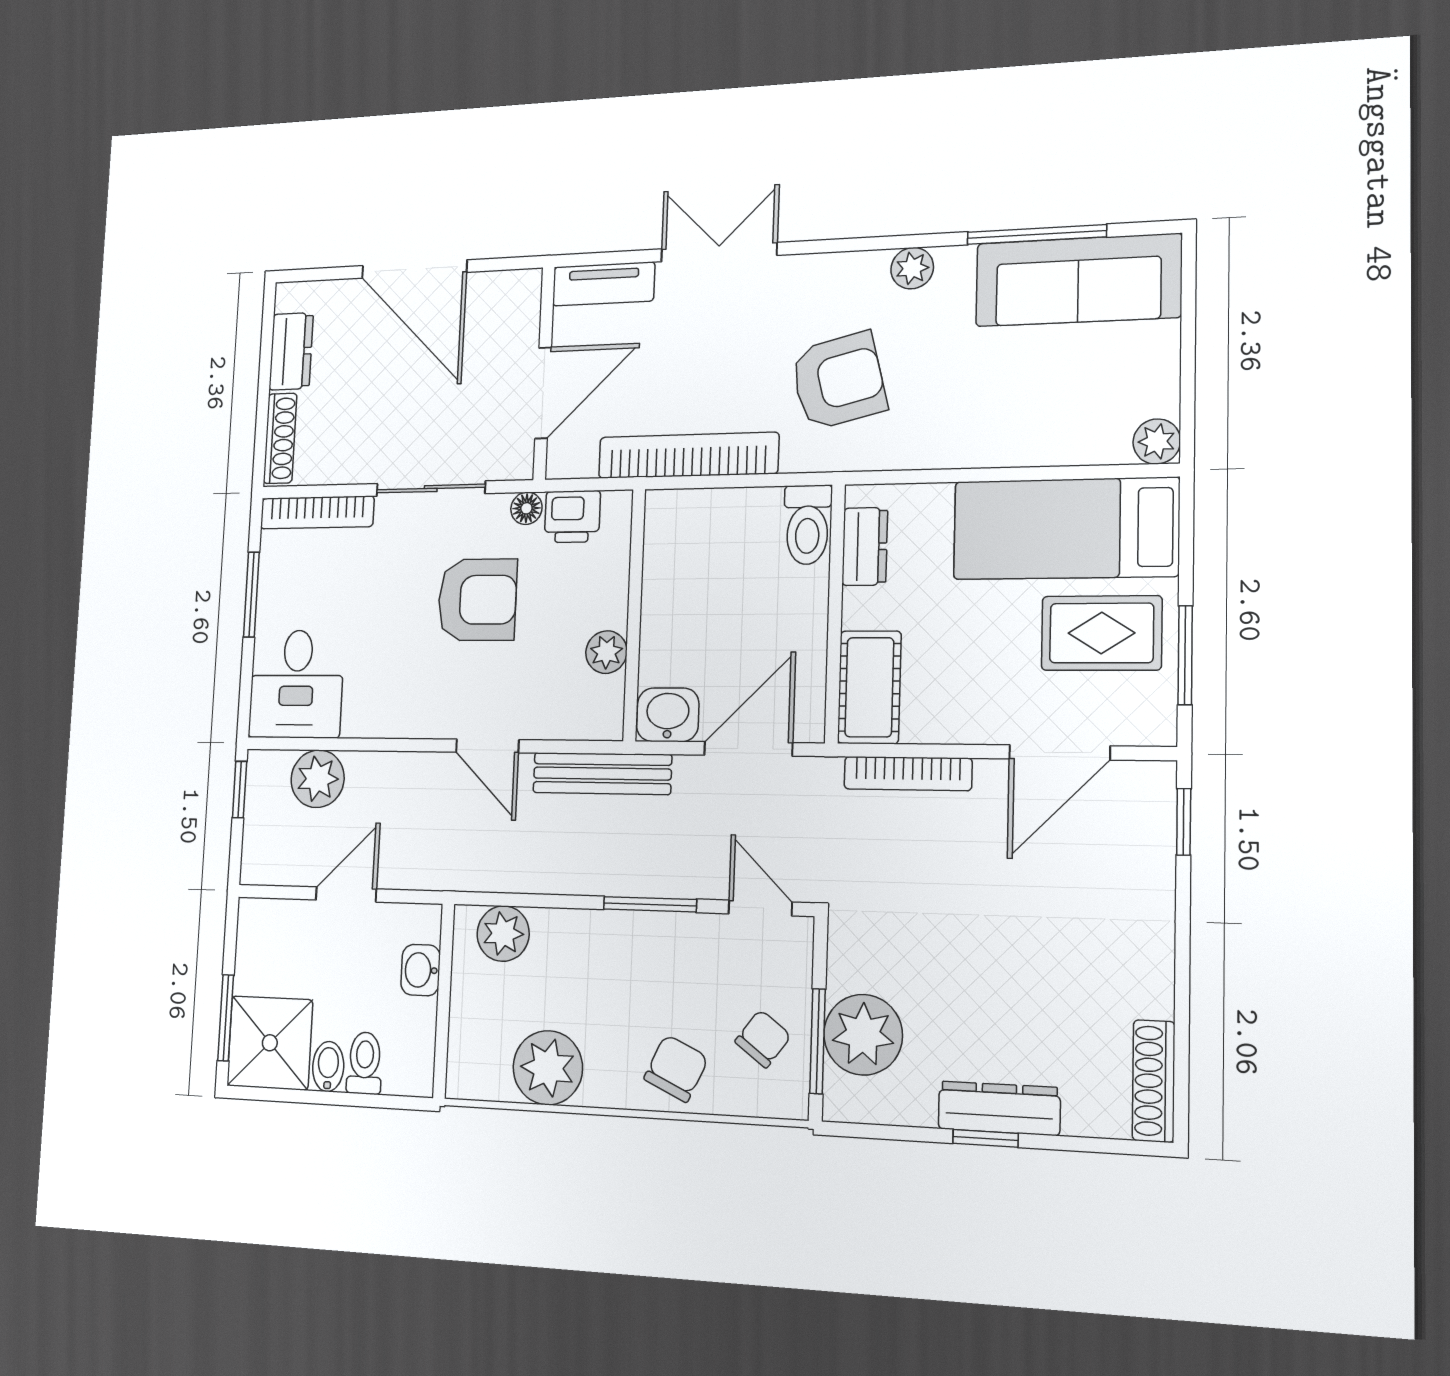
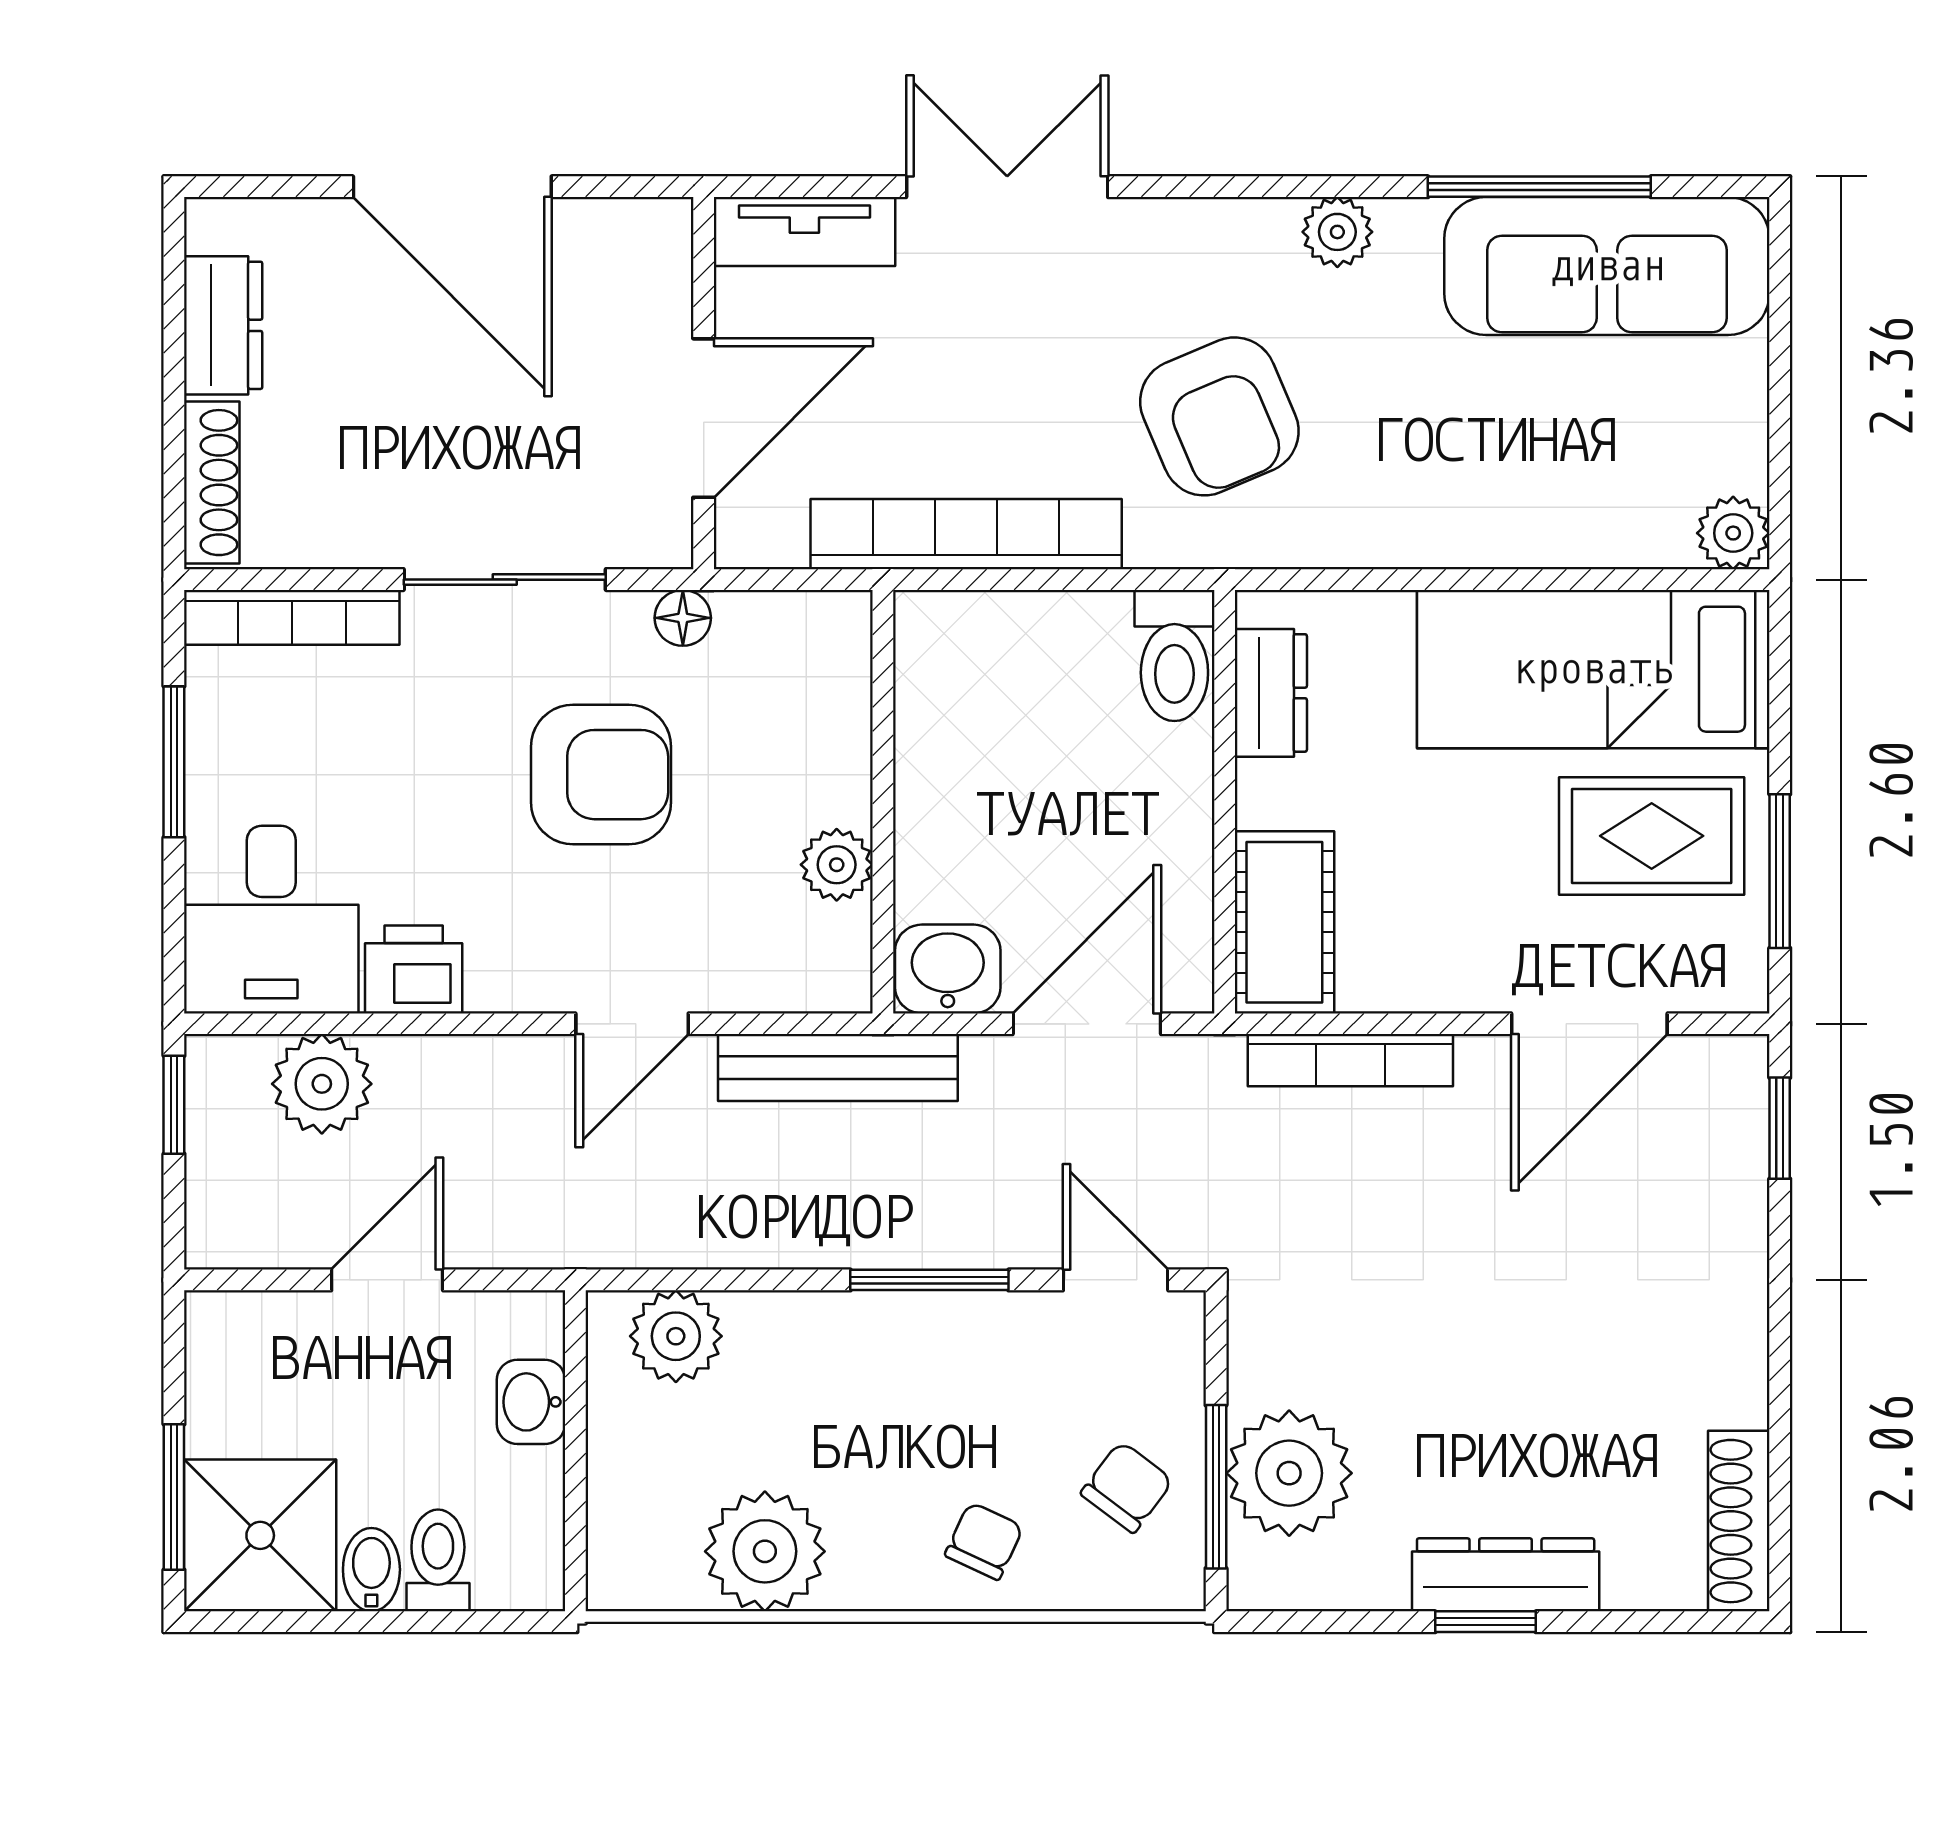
armchair: (838, 381) -> (1219, 416), turned 81
printer: (572, 517) -> (414, 969), moved, turned 180
door: (487, 746) -> (632, 1024), hinge flipped
chair: (676, 1068) -> (984, 1541), width x0.73, depth x0.73

